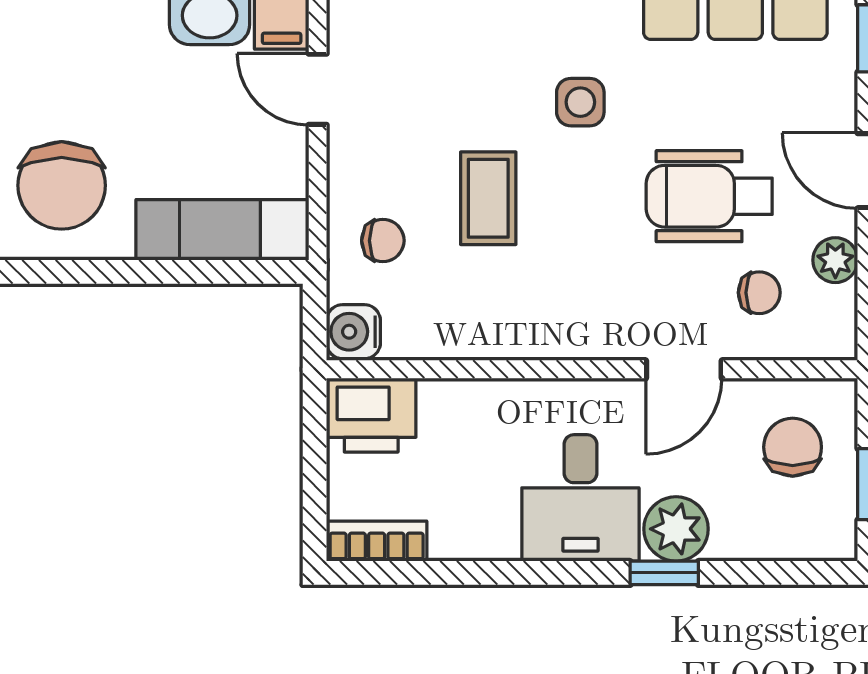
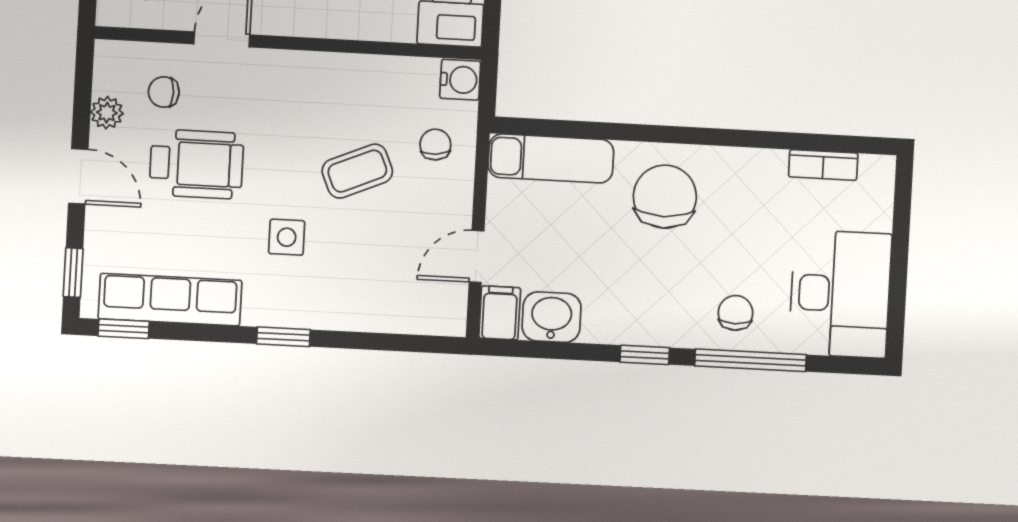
door: (318, 89) -> (477, 256), swing flipped
coffee table: (488, 198) -> (357, 171), turned 67
chair: (383, 241) -> (435, 145), turned 85

